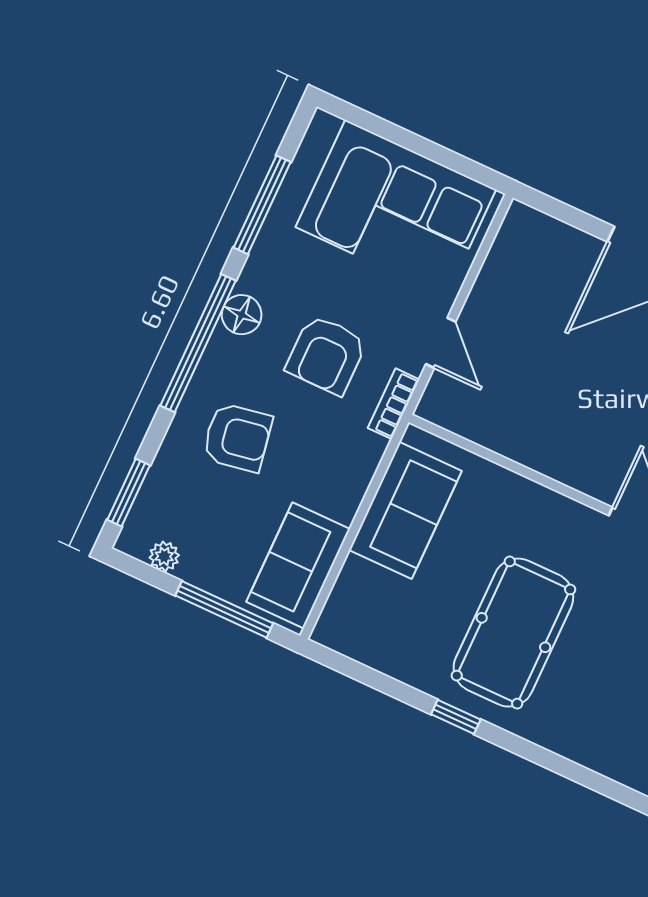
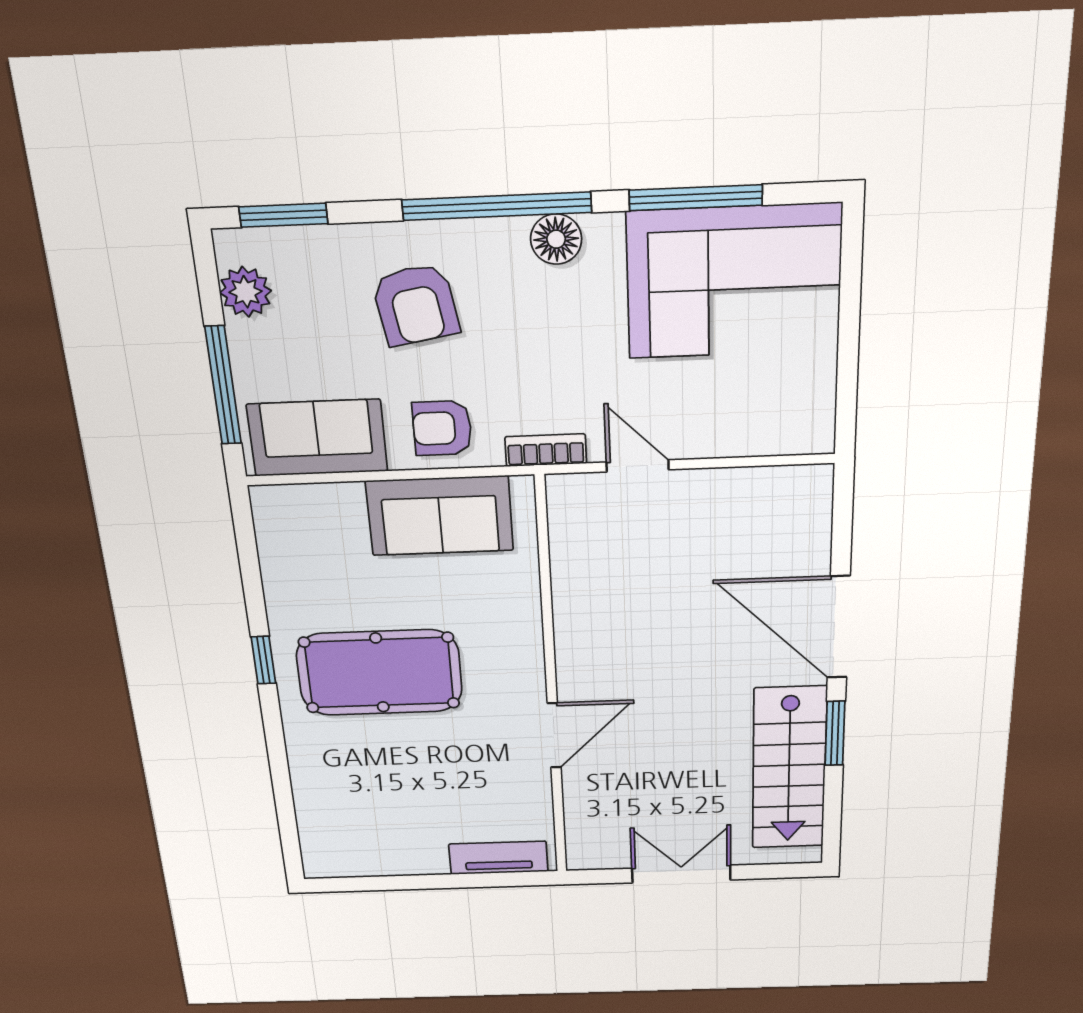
corner sofa: (396, 208) -> (734, 282), moved, turned -90
door: (441, 343) -> (638, 466), swing flipped
armchair: (326, 355) -> (442, 428), moved, width x0.72, depth x0.72
plant: (164, 556) -> (246, 292), width x1.38, depth x1.38

